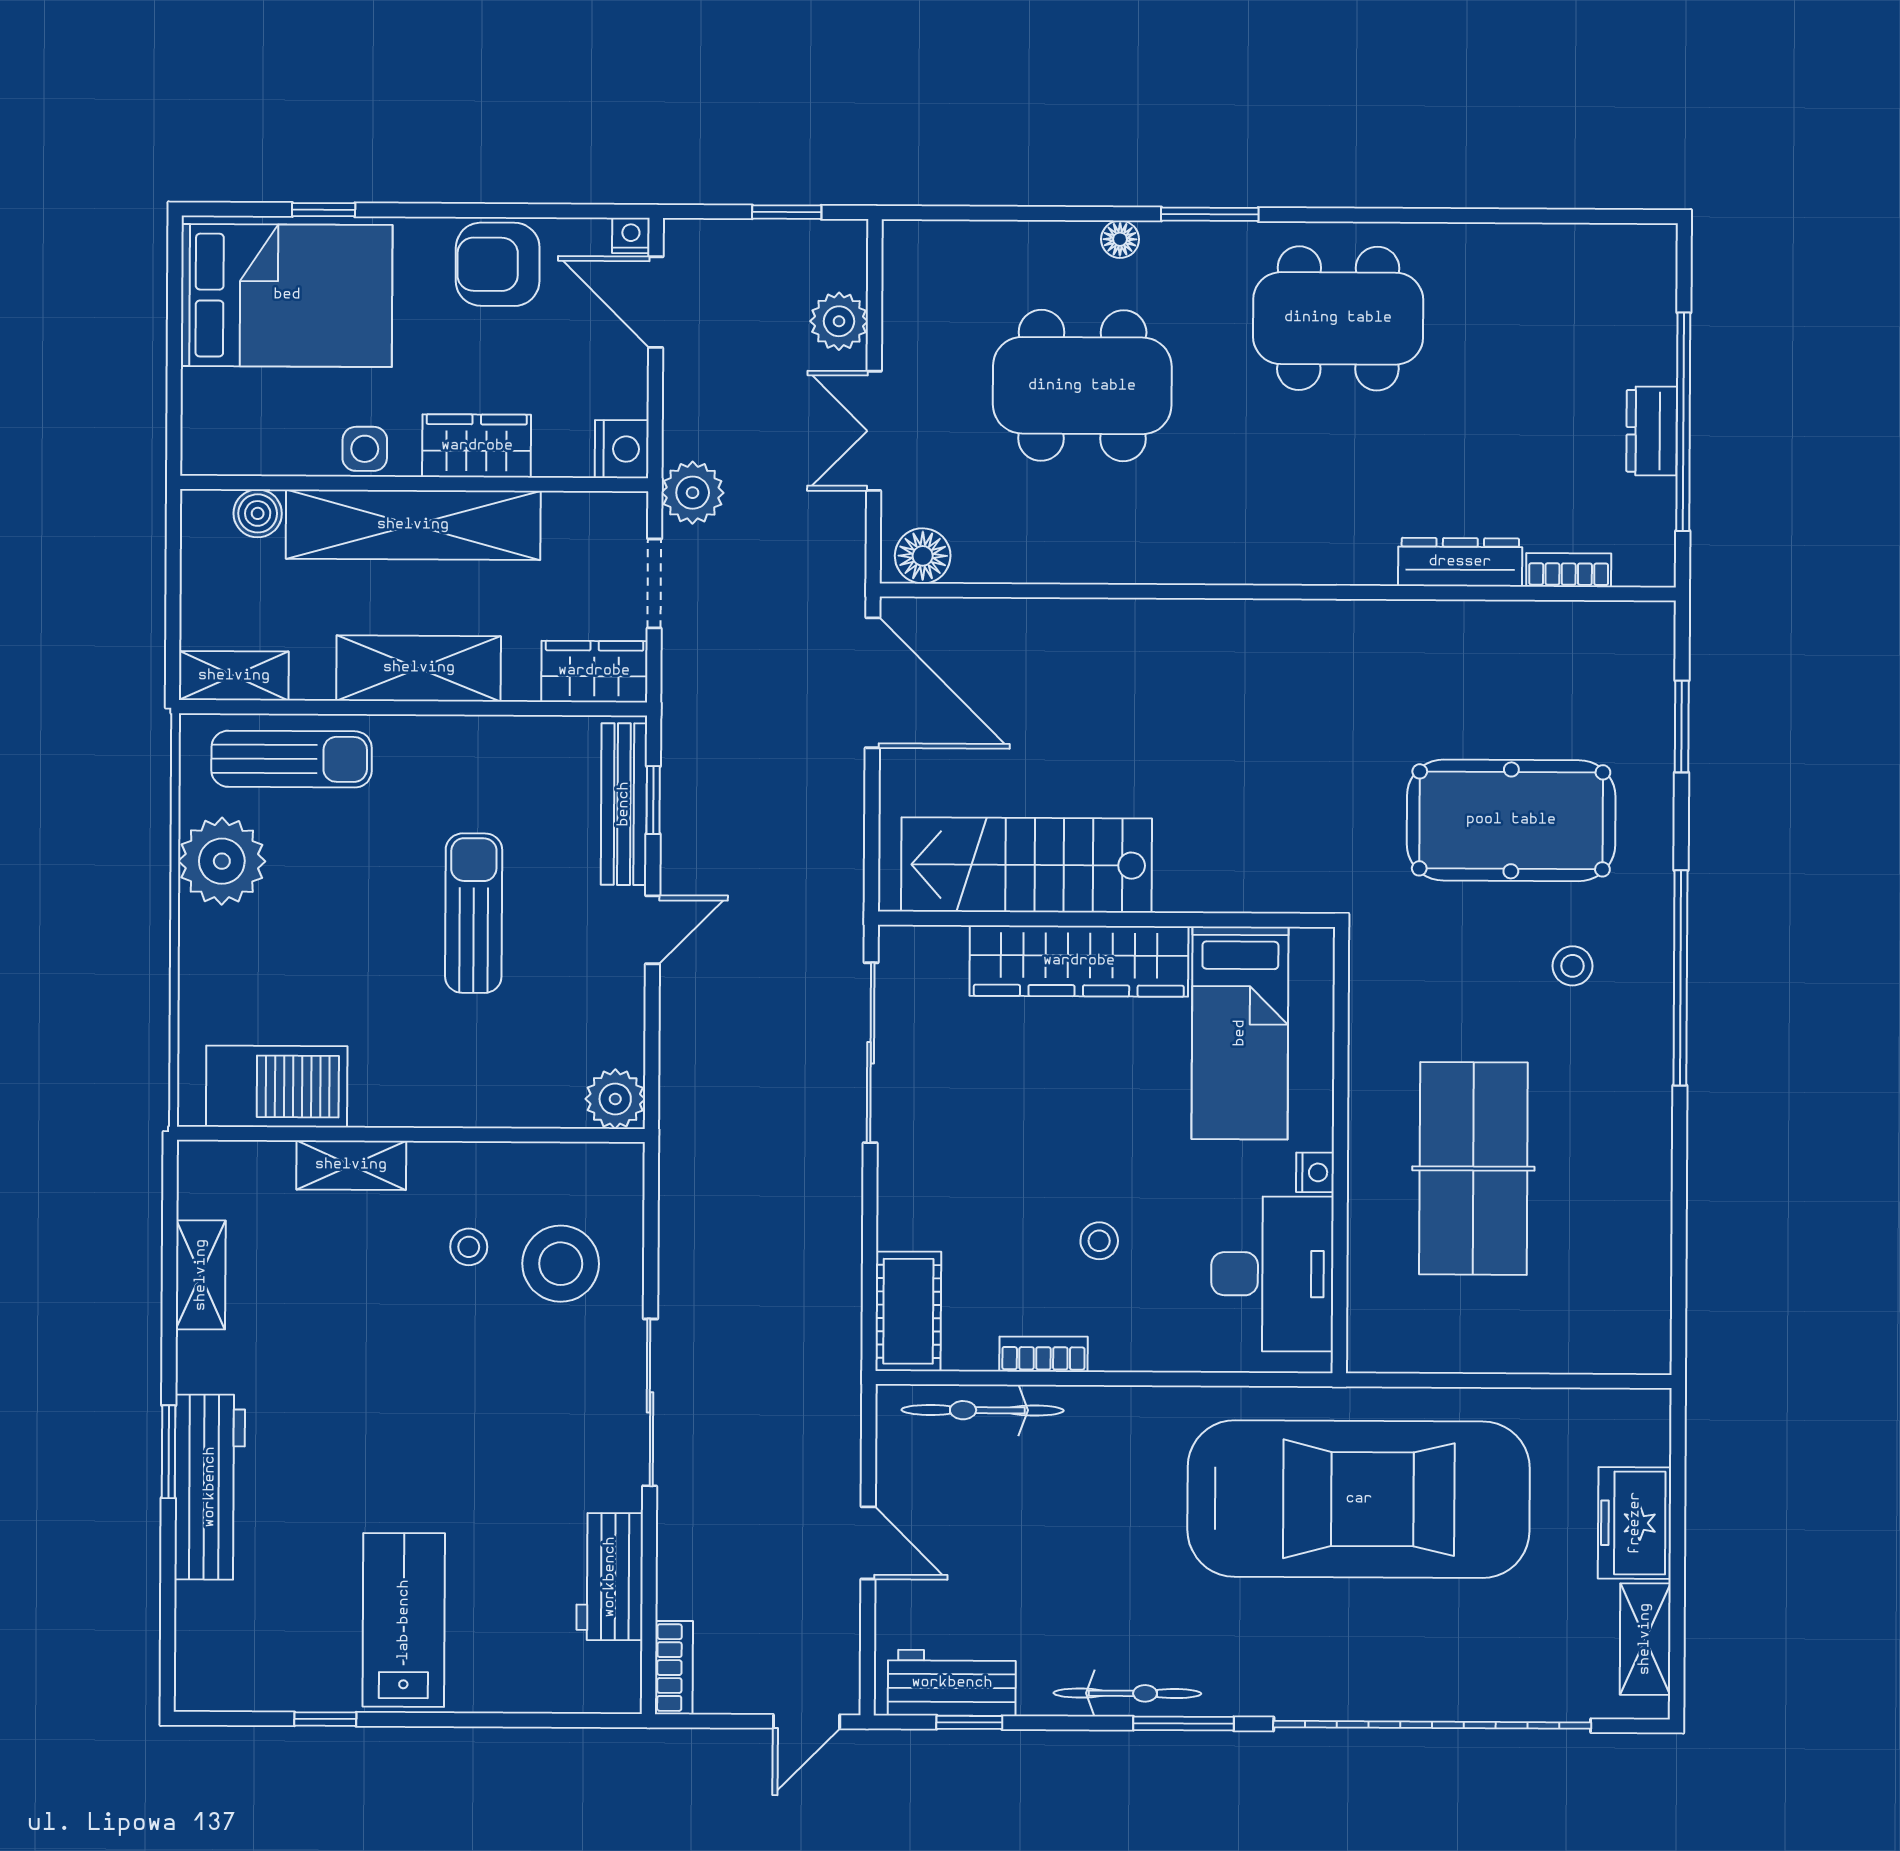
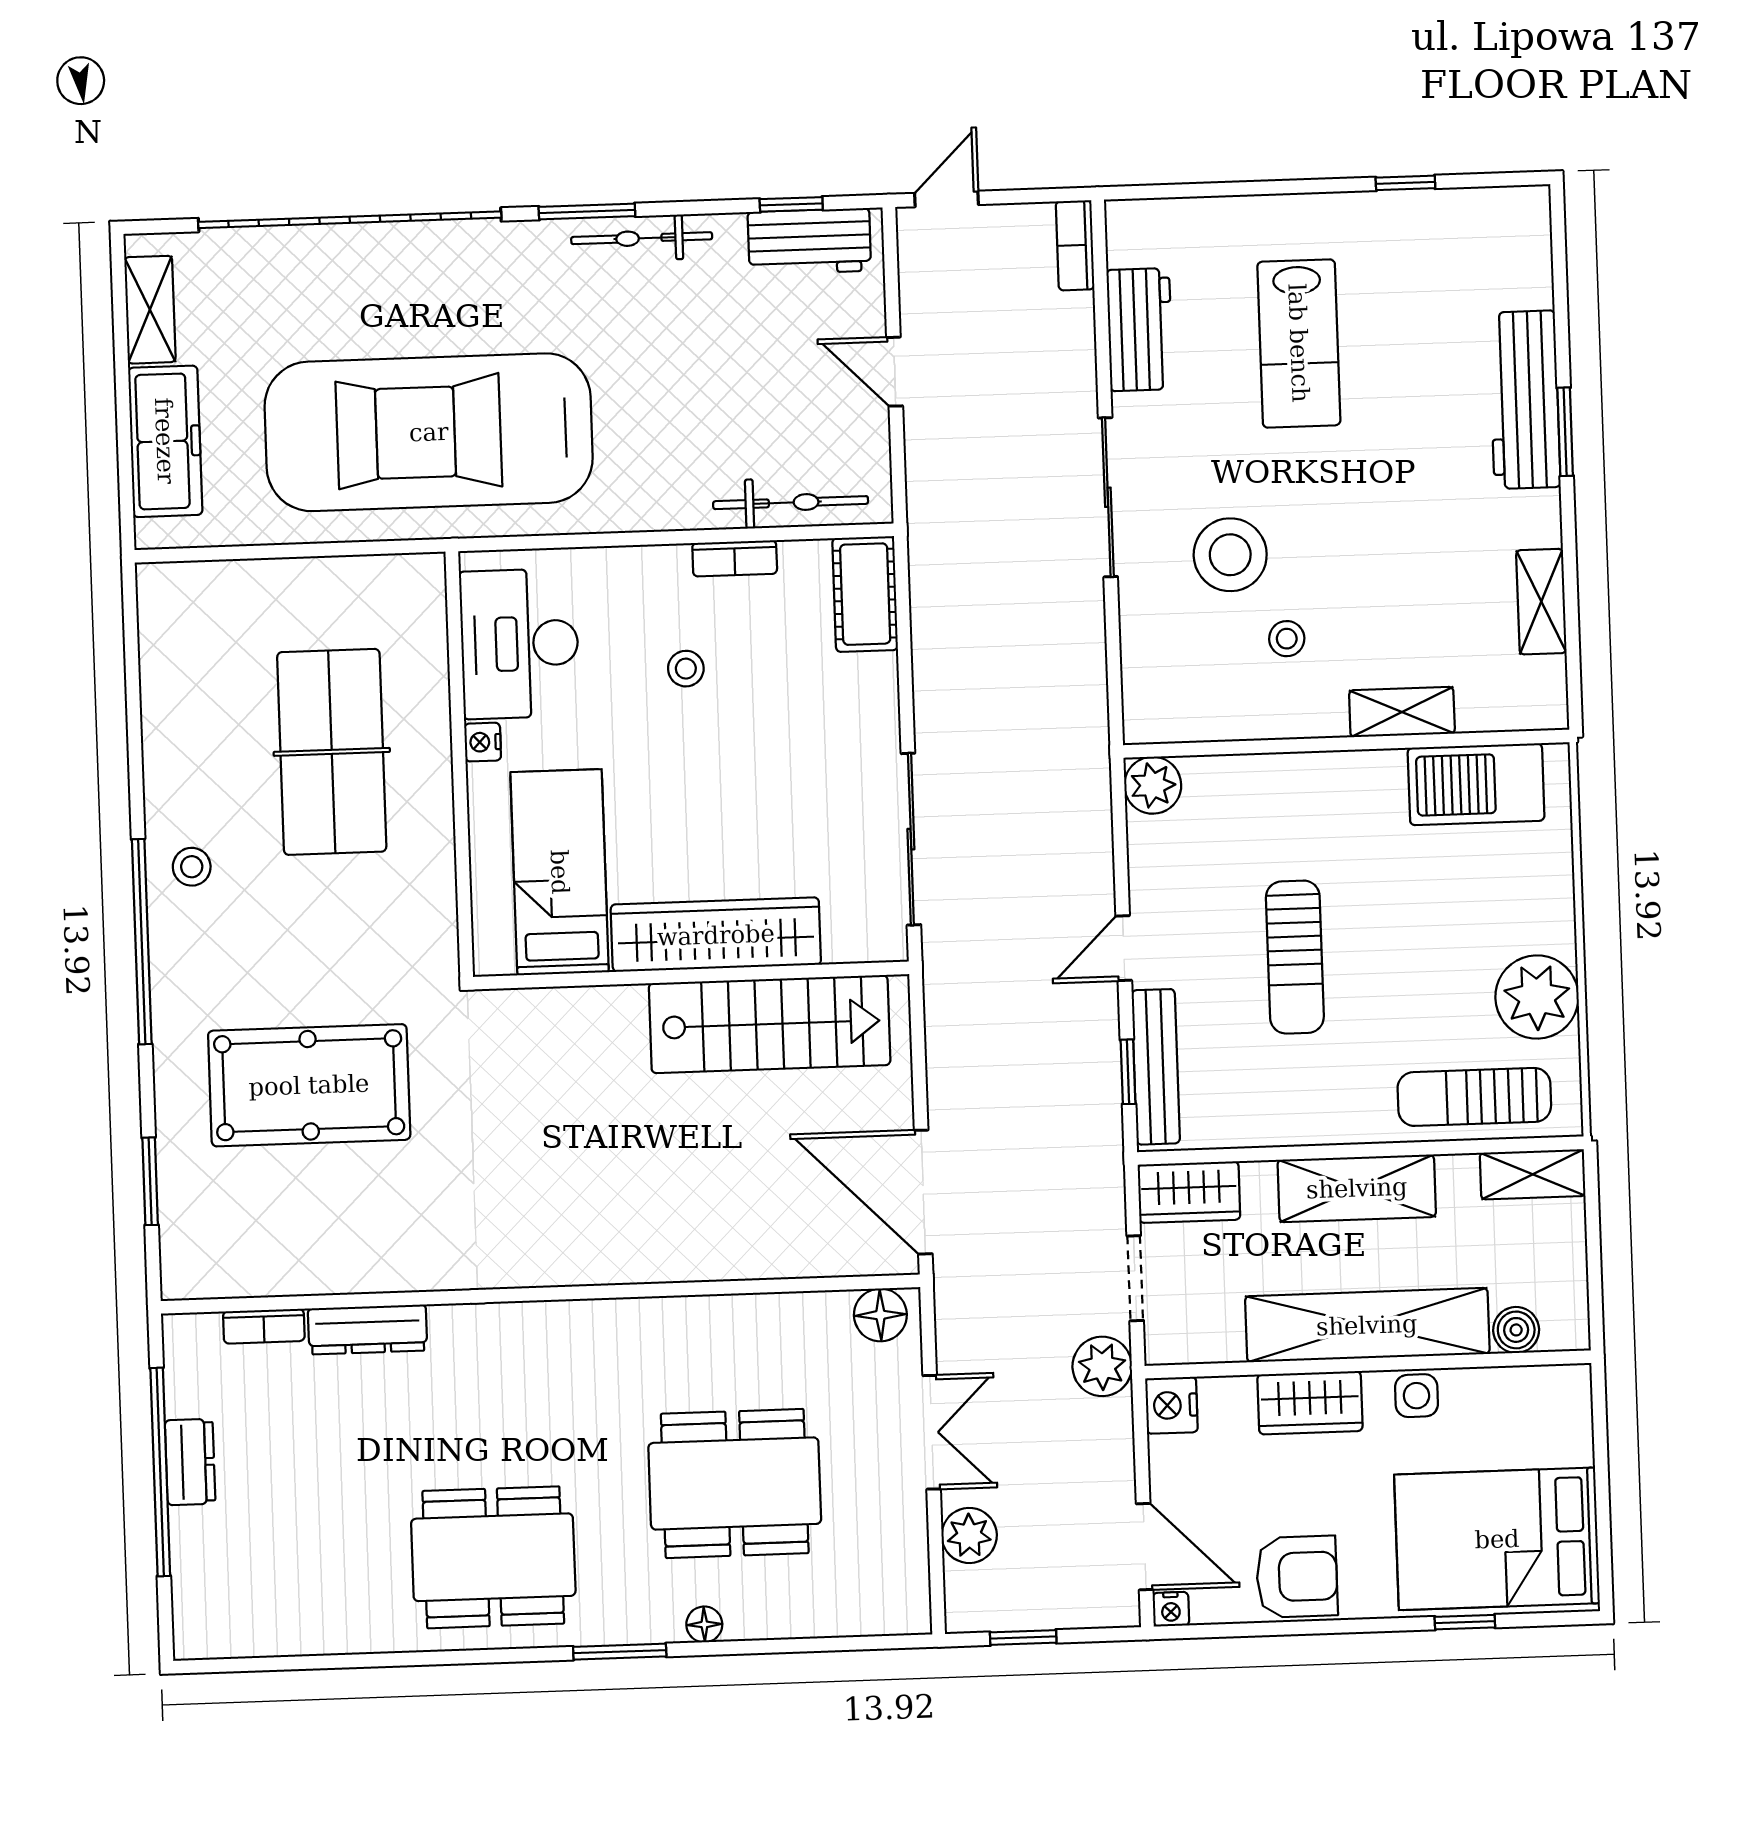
stool: (1572, 966) -> (192, 867), moved
stool: (561, 1264) -> (1230, 555), moved
freezer: (1635, 1523) -> (165, 441), width x1.40
lab bench: (404, 1620) -> (1299, 343), moved

